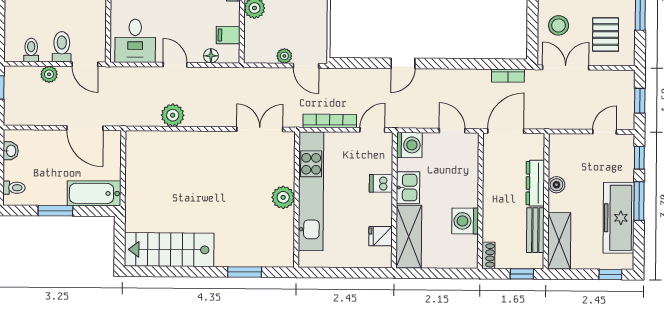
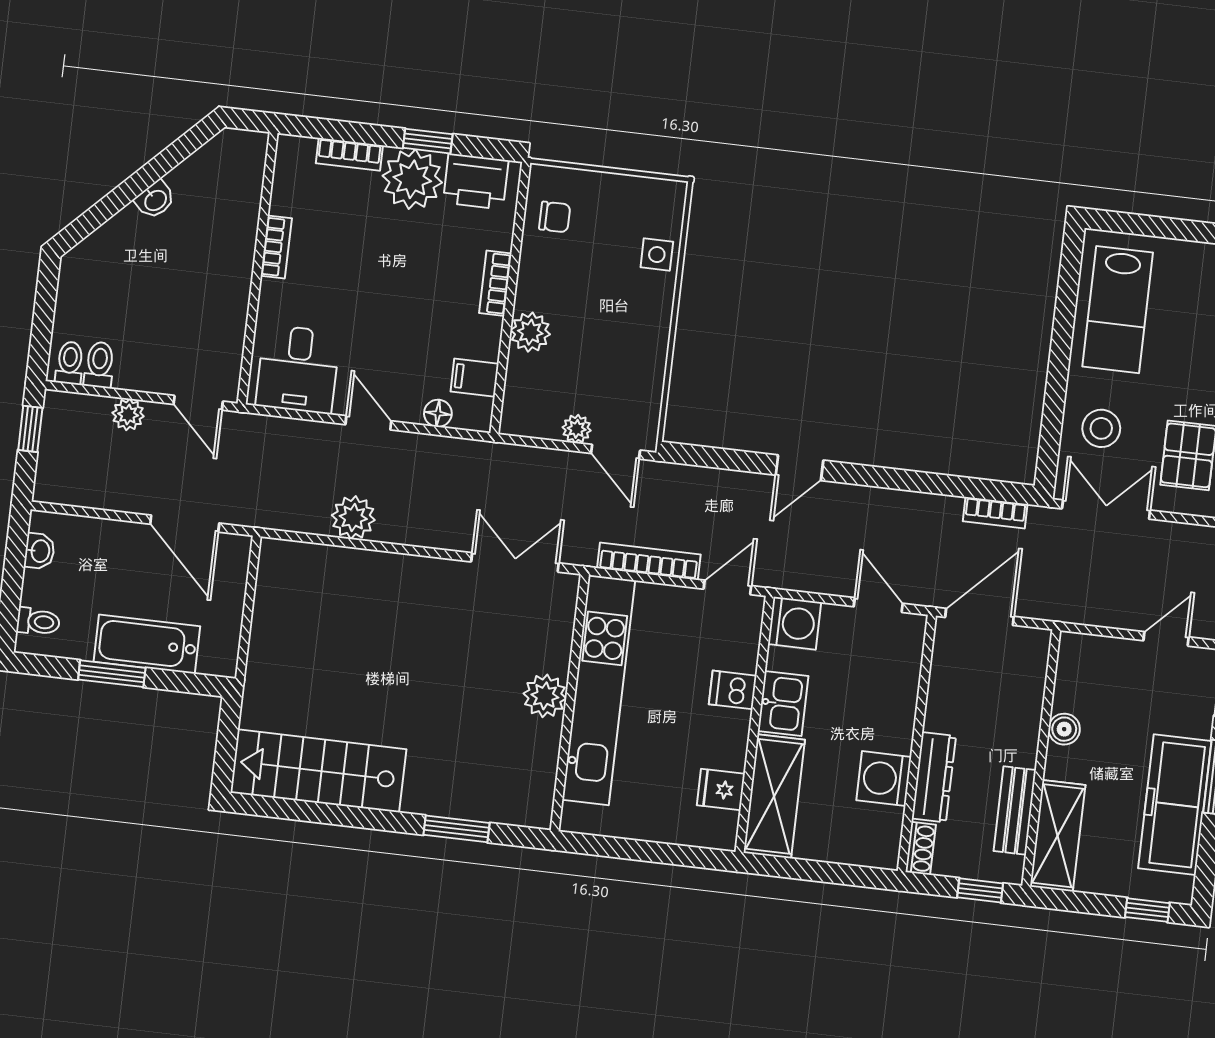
toilet: (62, 47) -> (70, 363), moved, width x0.73, depth x0.72
dresser: (535, 183) -> (934, 777), moved, turned 180
bathtub: (94, 193) -> (147, 644), moved

